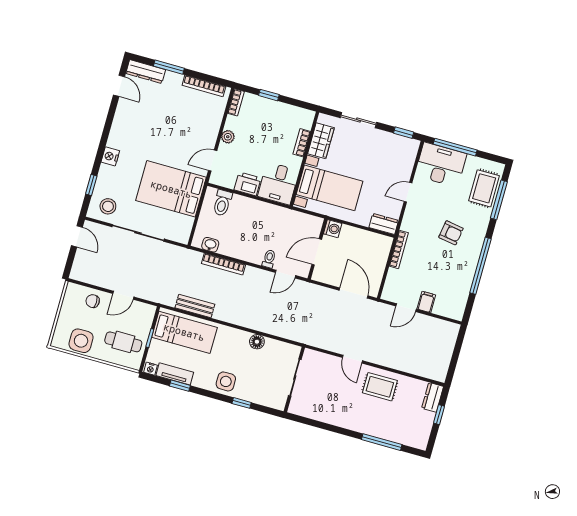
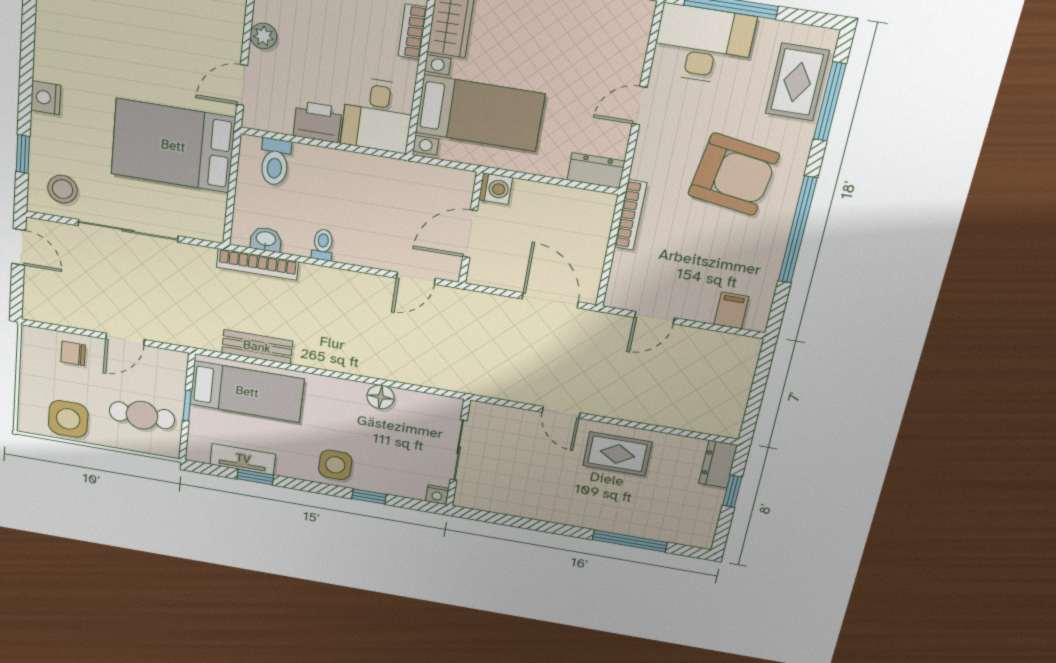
armchair: (451, 233) -> (734, 174), width x1.88, depth x1.88
toilet: (269, 259) -> (323, 245), moved
bookcase: (223, 264) -> (257, 264), moved
filing cabinet: (426, 302) -> (731, 311), moved
nightstand: (151, 369) -> (437, 495), moved

